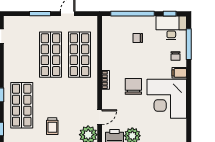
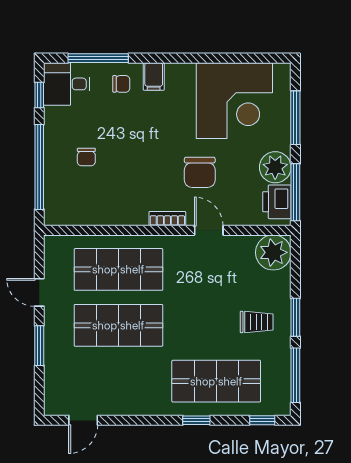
desk: (171, 28) -> (67, 84), width x0.73
chair: (133, 86) -> (200, 172), moved, turned -90
corner desk: (167, 99) -> (234, 101), moved
door: (100, 117) -> (209, 230), moved

